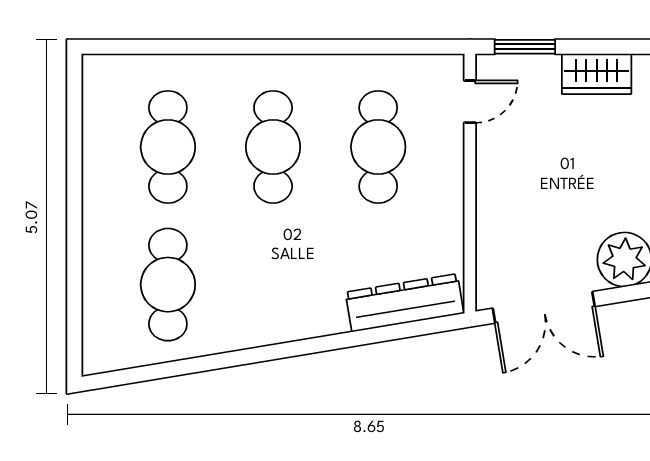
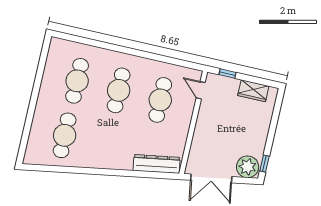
window: (525, 47) -> (227, 74), width x0.67
door: (470, 102) -> (201, 90), swing flipped

